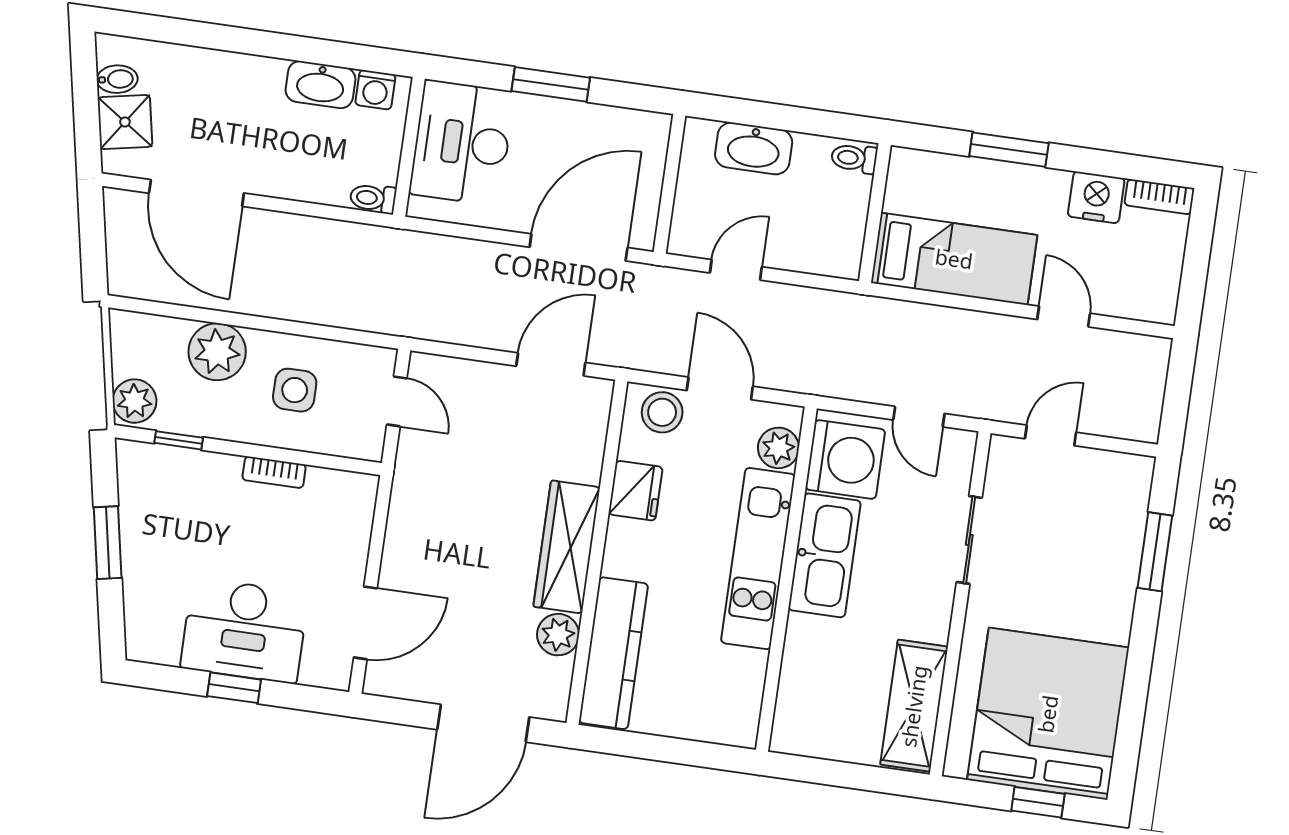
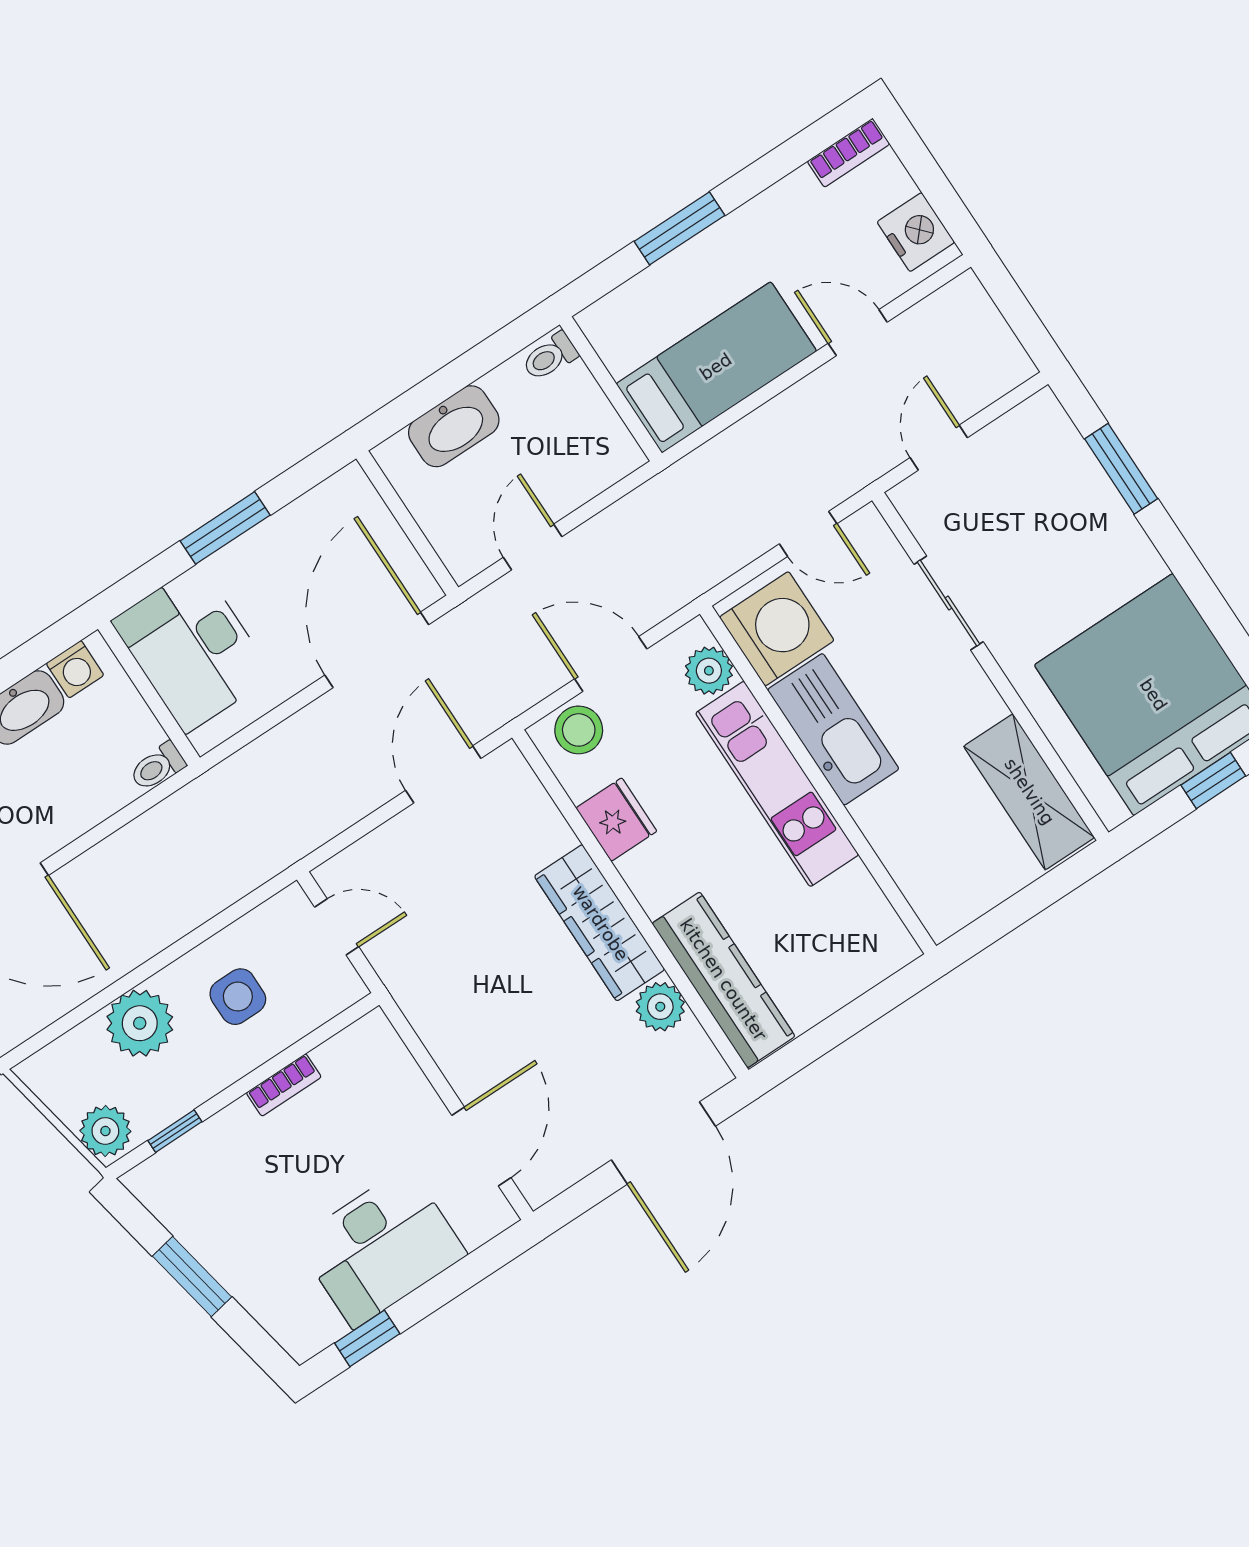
nightstand: (1096, 197) -> (916, 232), moved, turned 90
window: (234, 688) -> (367, 1338), moved

